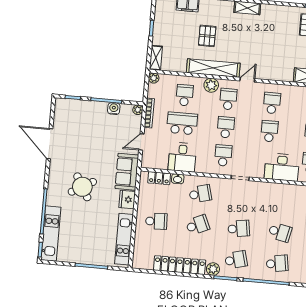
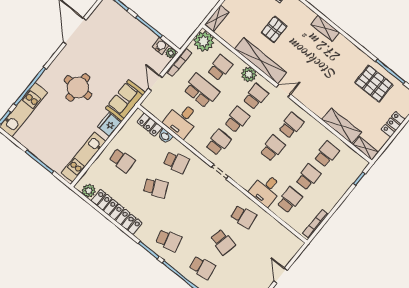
plant: (154, 78) -> (204, 41), width x1.88, depth x1.88
water cooler: (114, 109) -> (161, 46), moved
door: (141, 142) -> (155, 83), hinge flipped
desk: (282, 167) -> (266, 190), width x0.73
round table: (82, 187) -> (78, 87), turned 30
school desk: (239, 229) -> (243, 217), moved
plant: (213, 269) -> (89, 191), moved

